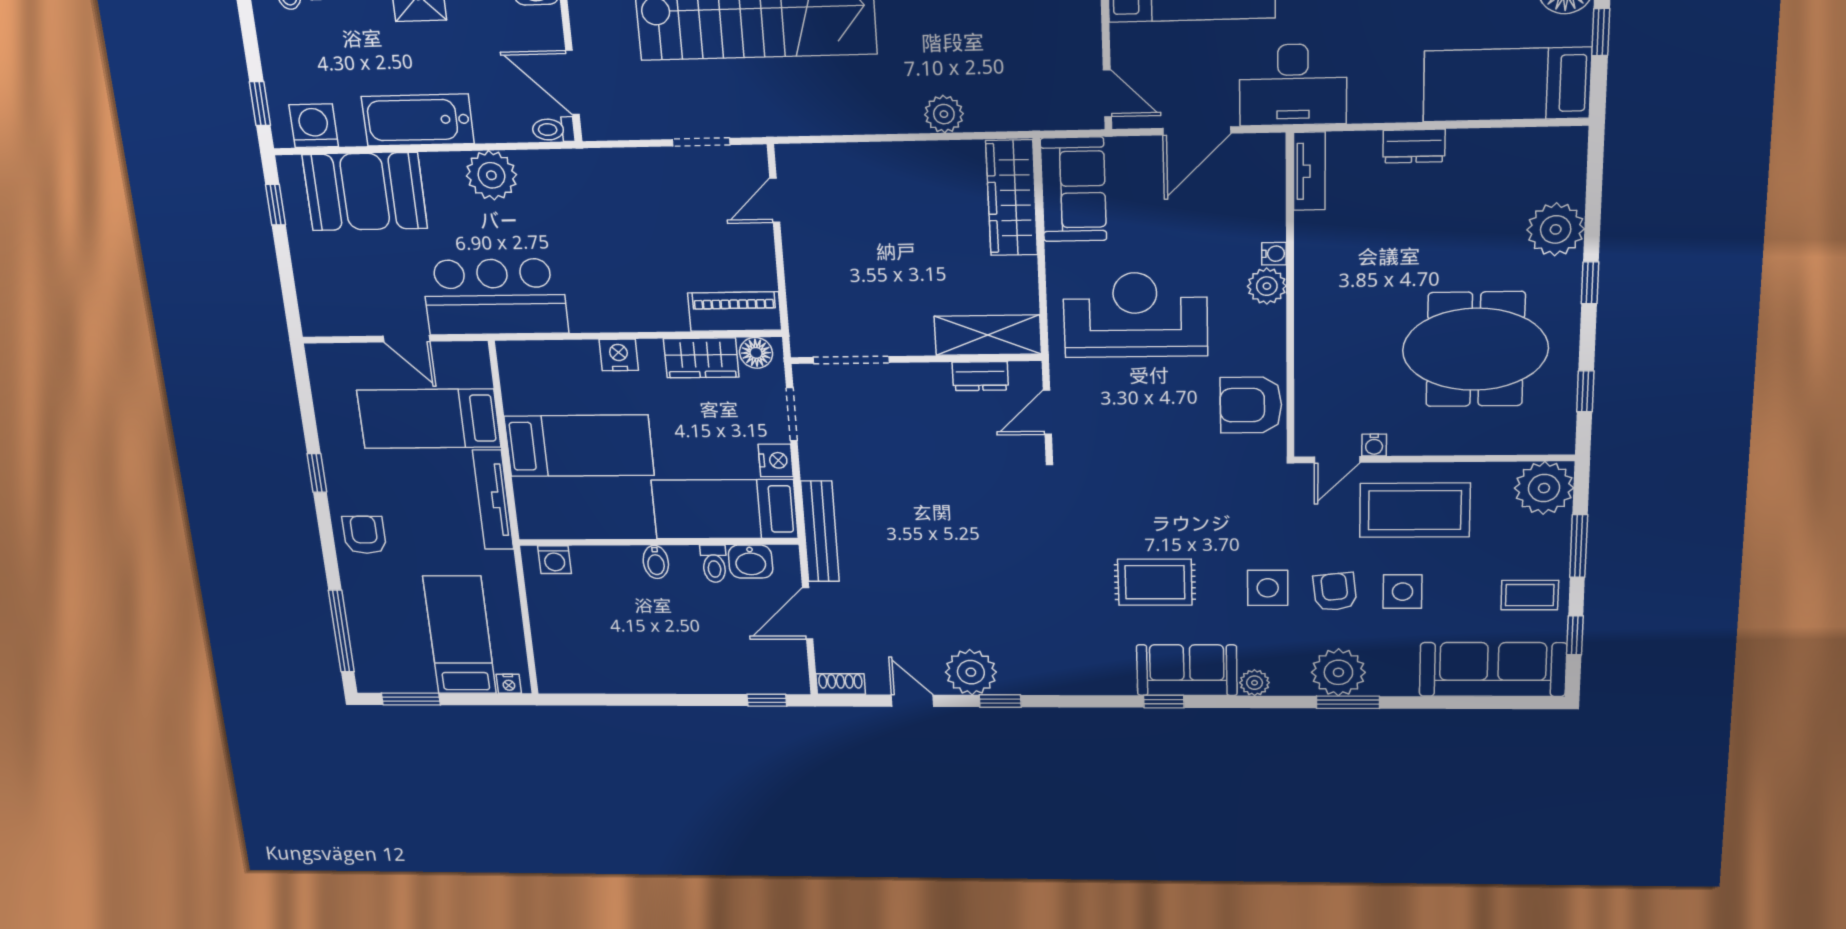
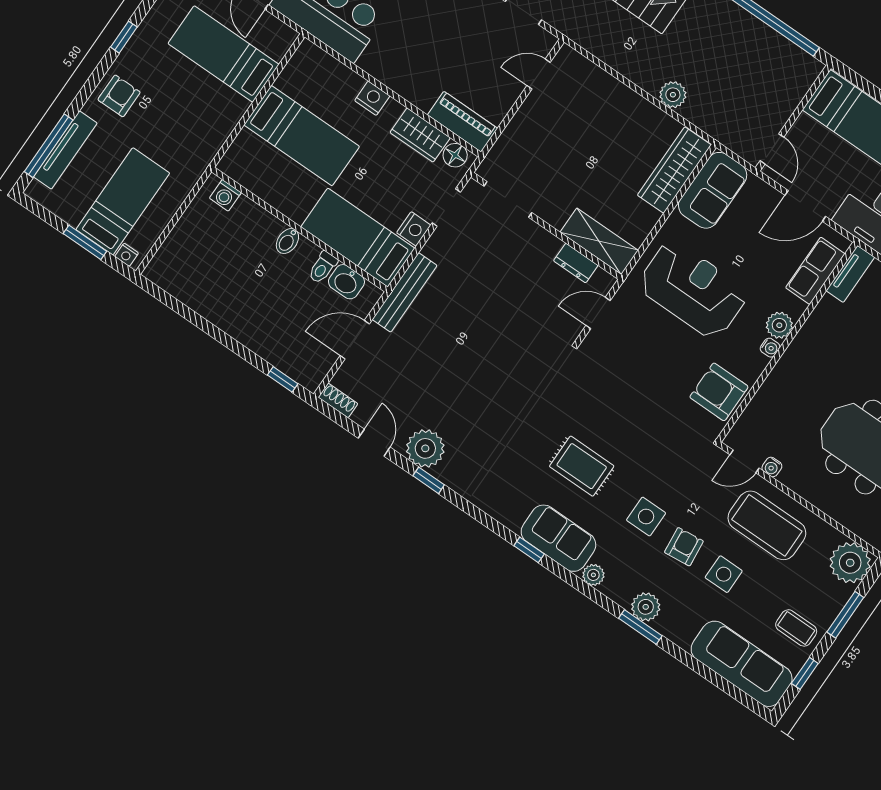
row of seats: (1264, 196) -> (815, 271), added
water cooler: (1274, 254) -> (770, 348), moved
tv unit: (493, 500) -> (65, 150), moved, turned 180
plant: (1338, 672) -> (646, 607), width x0.73, depth x0.73
window: (411, 699) -> (85, 242), moved

